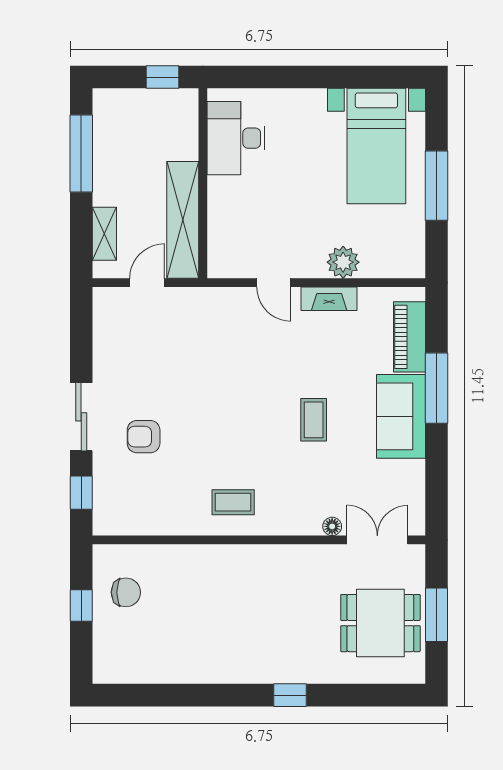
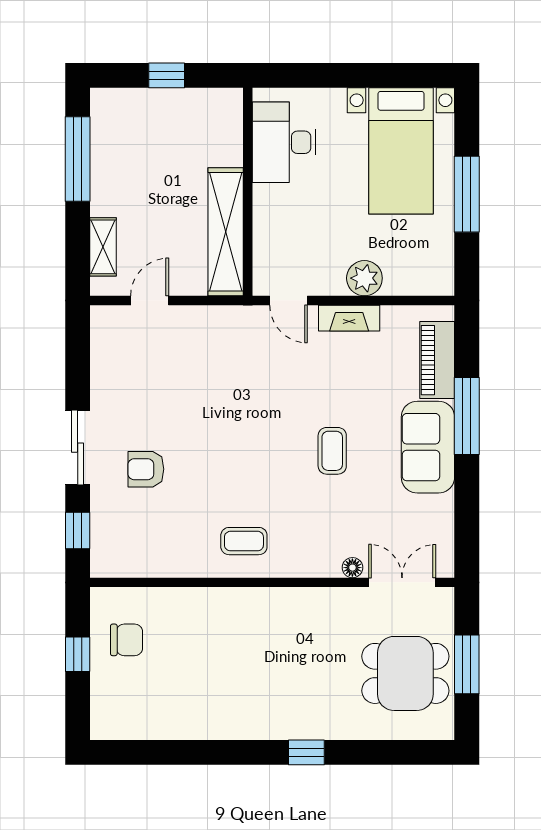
desk: (236, 138) -> (284, 142), moved
wall: (203, 183) -> (248, 192), moved
shelving: (183, 220) -> (226, 232), moved

